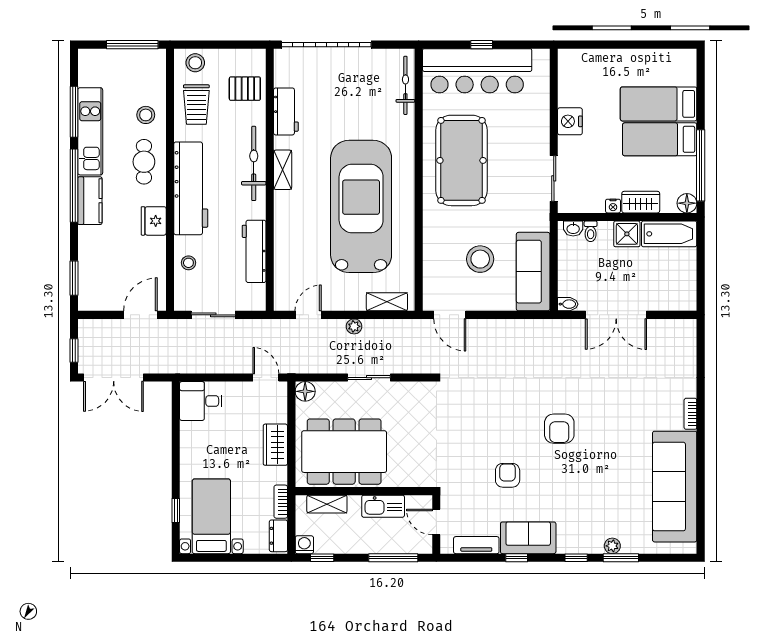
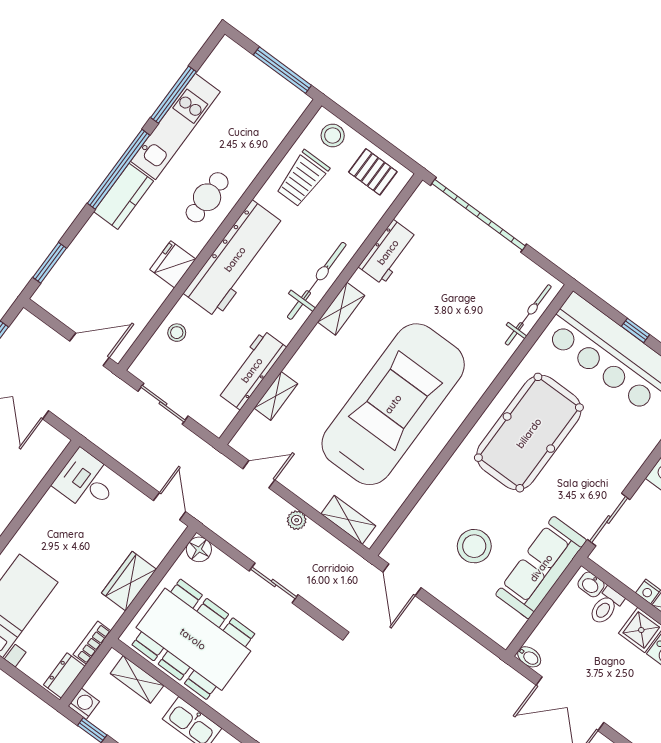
pallet: (245, 89) -> (373, 172), moved
stool: (146, 115) -> (244, 151), removed
toilet: (591, 231) -> (606, 606), width x1.37, depth x1.39
shelving: (282, 257) -> (276, 396), added
sofa: (533, 272) -> (541, 568), moved

